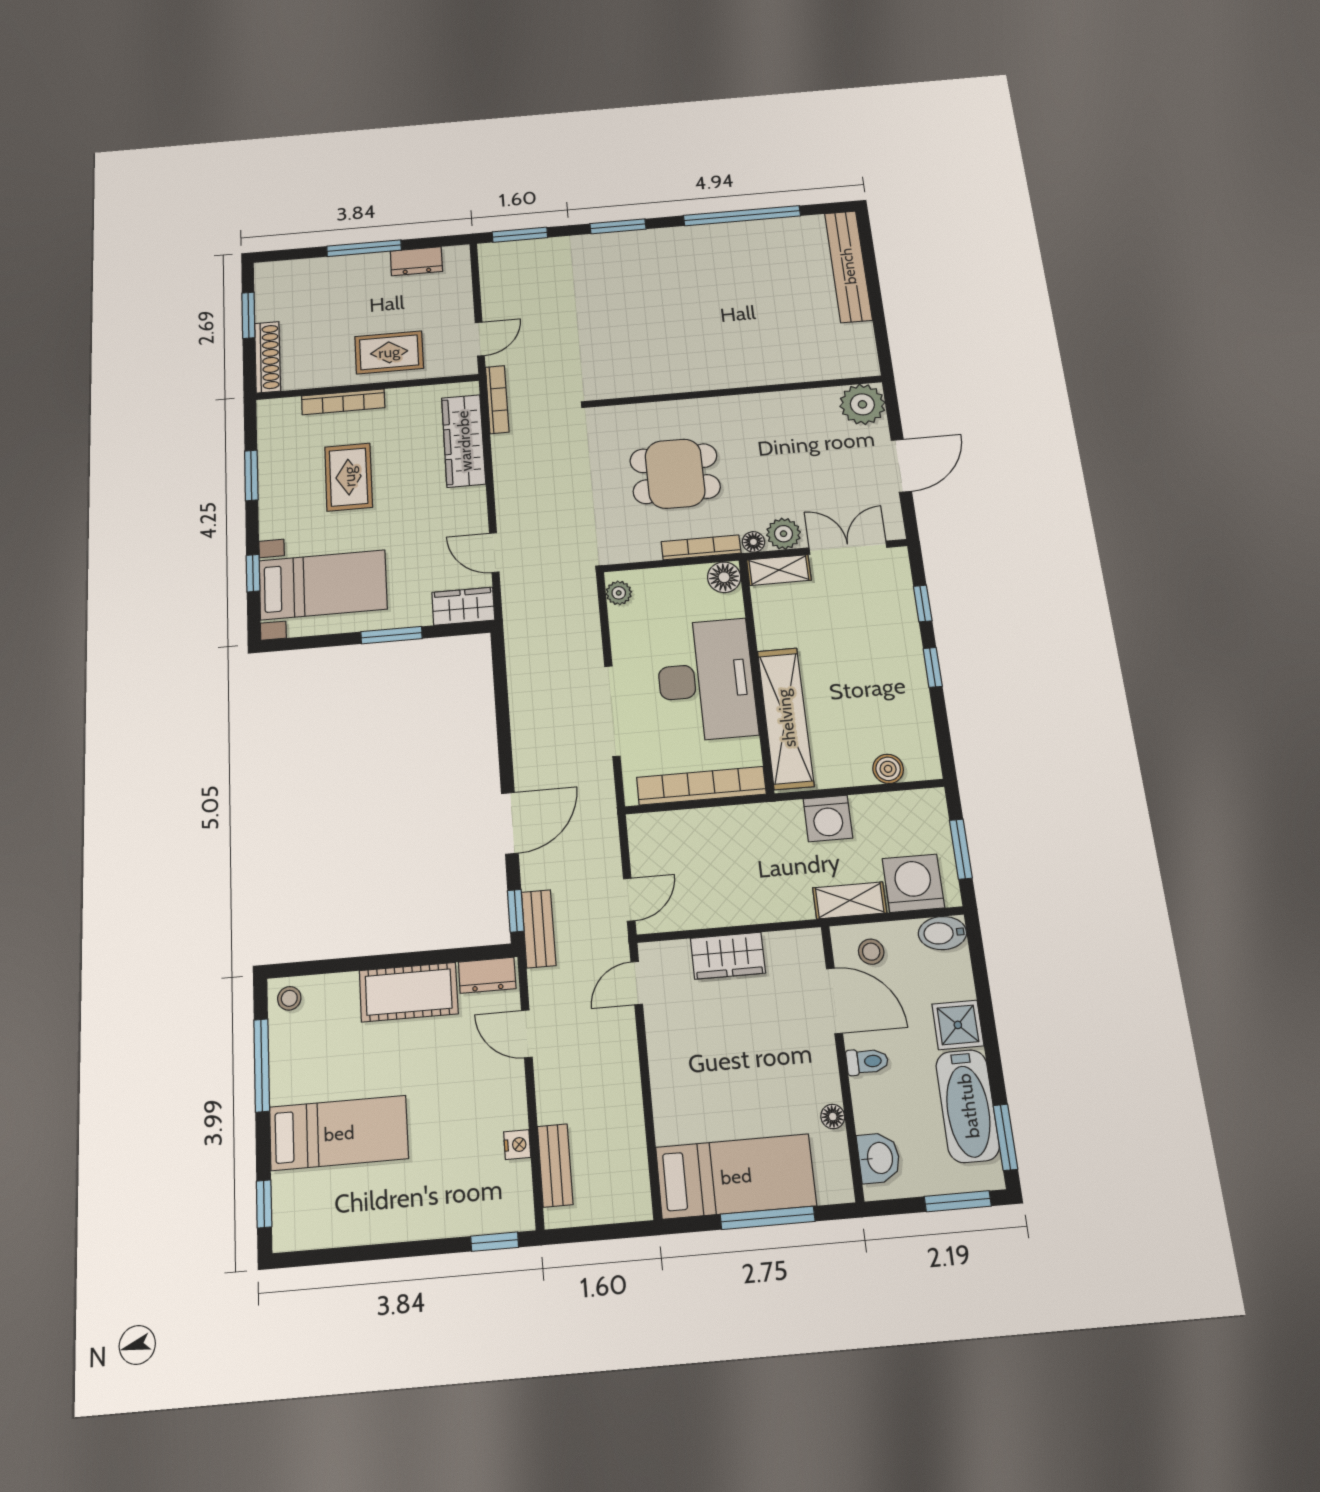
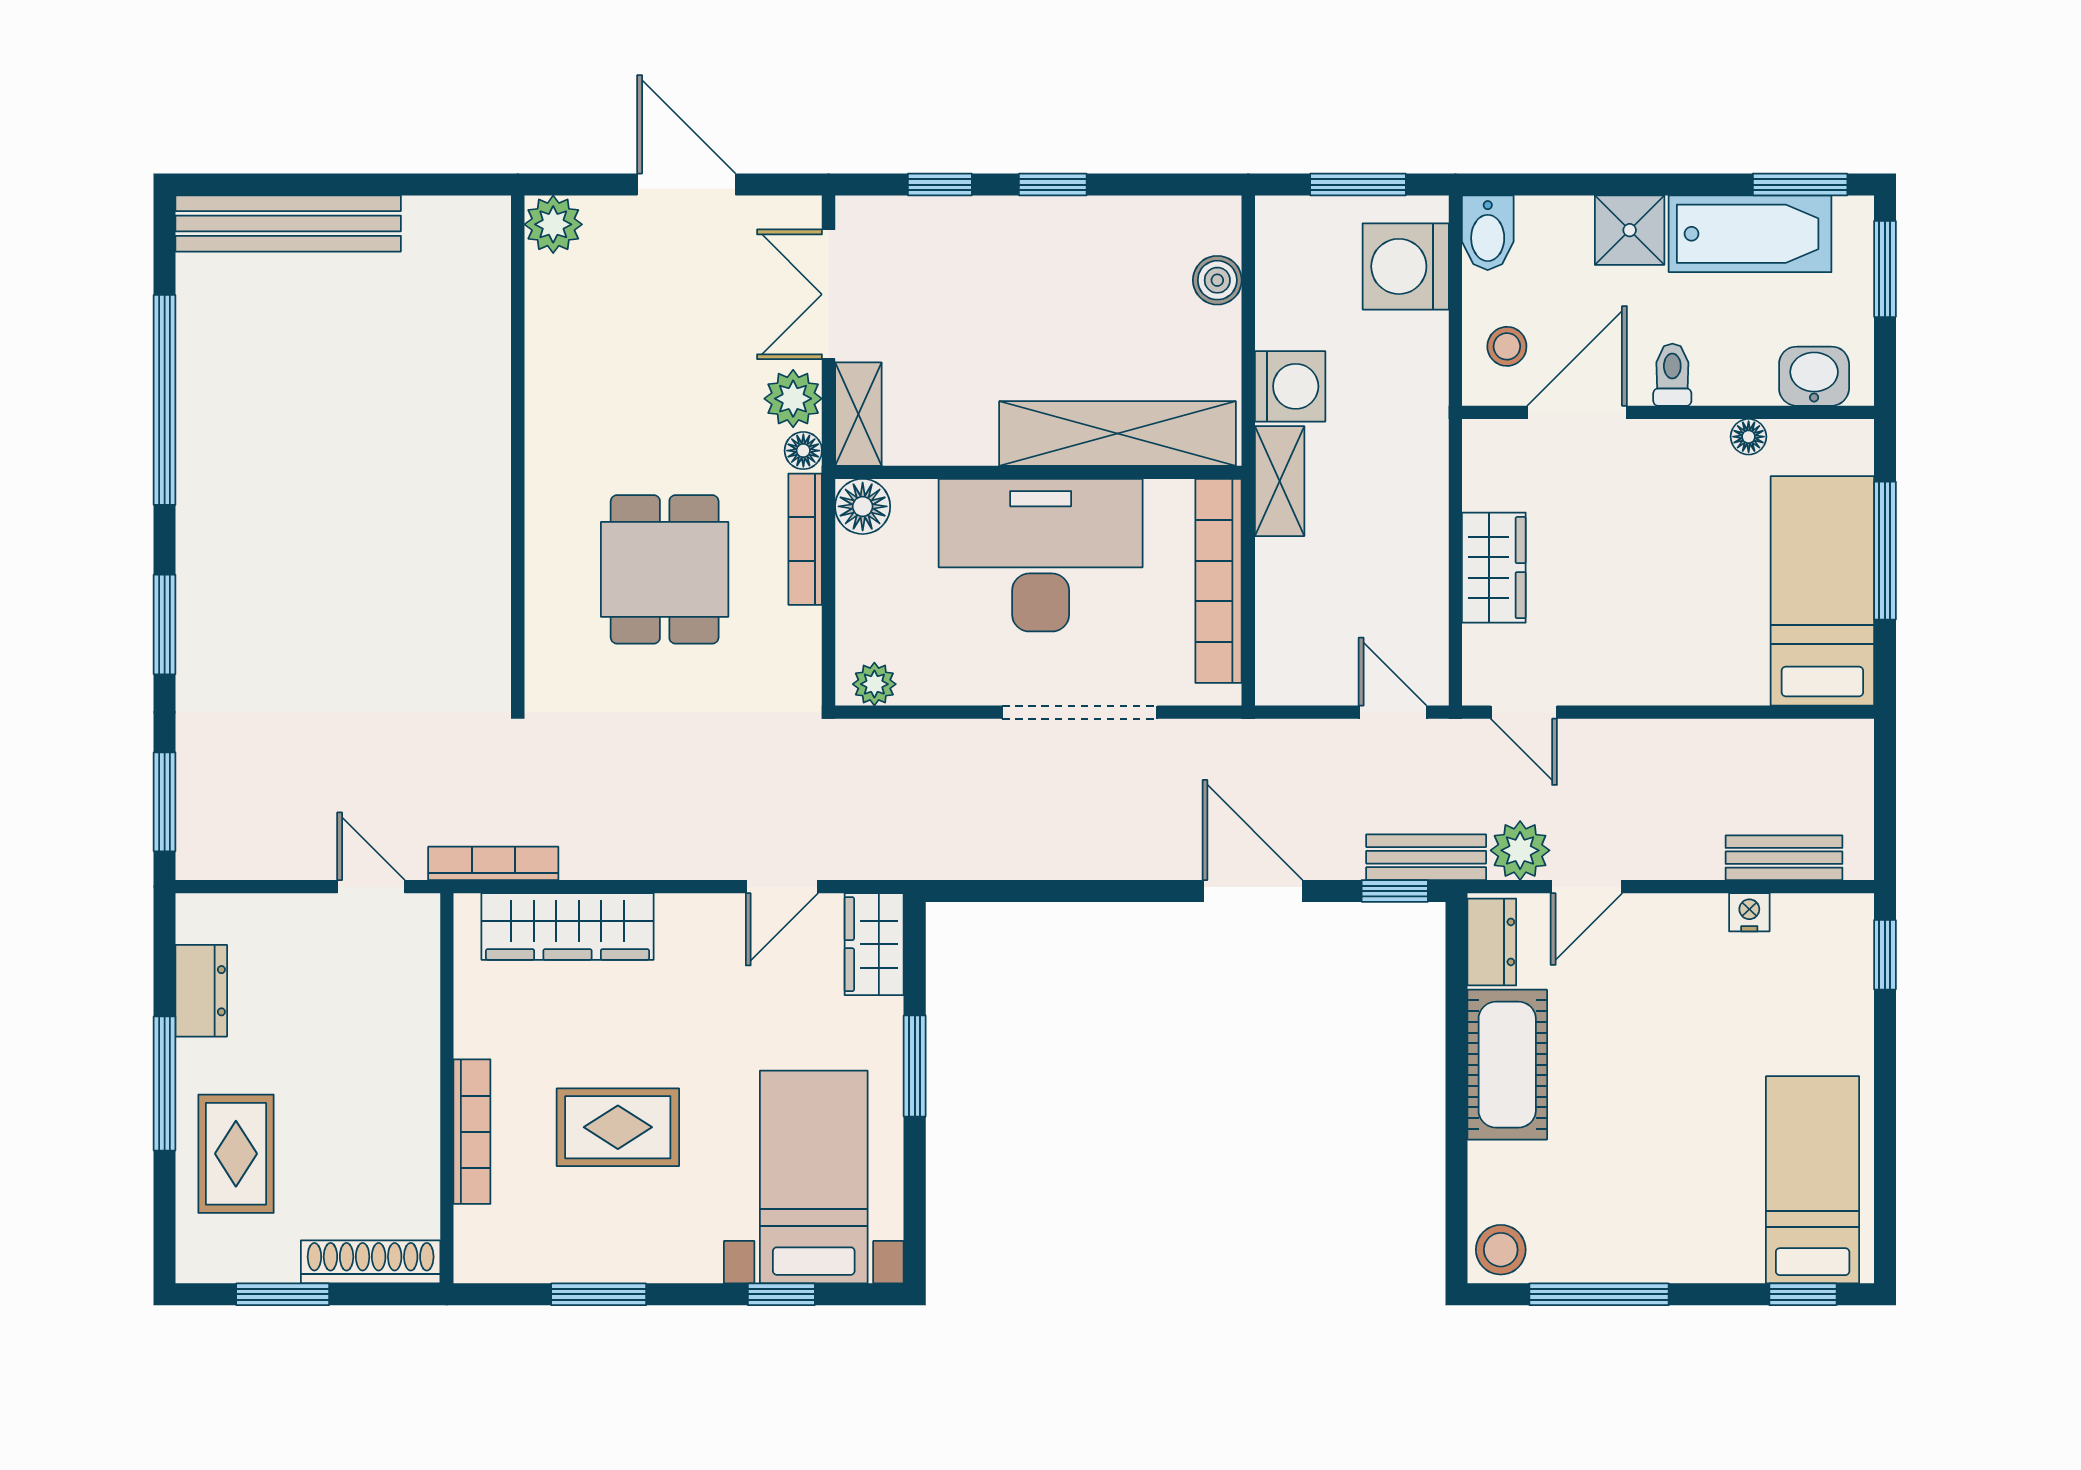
rug: (389, 352) -> (236, 1154), moved
plant: (862, 404) -> (553, 224), width x0.73, depth x0.73
shelving: (850, 900) -> (1280, 481), moved
plant: (547, 988) -> (1520, 850), added
stool: (289, 998) -> (1501, 1250), width x1.37, depth x1.37
bed: (339, 1133) -> (1813, 1180), moved

